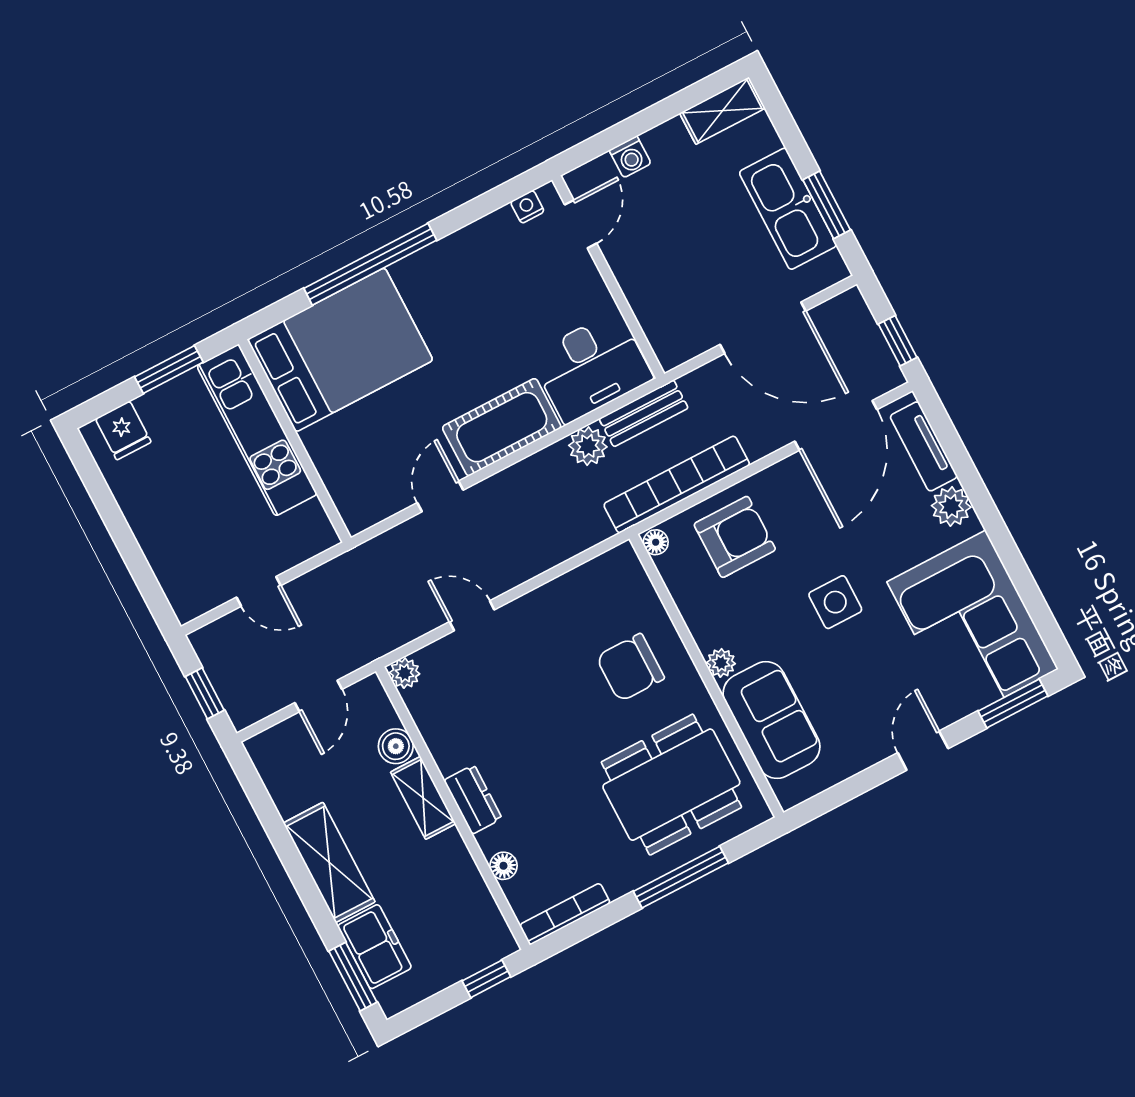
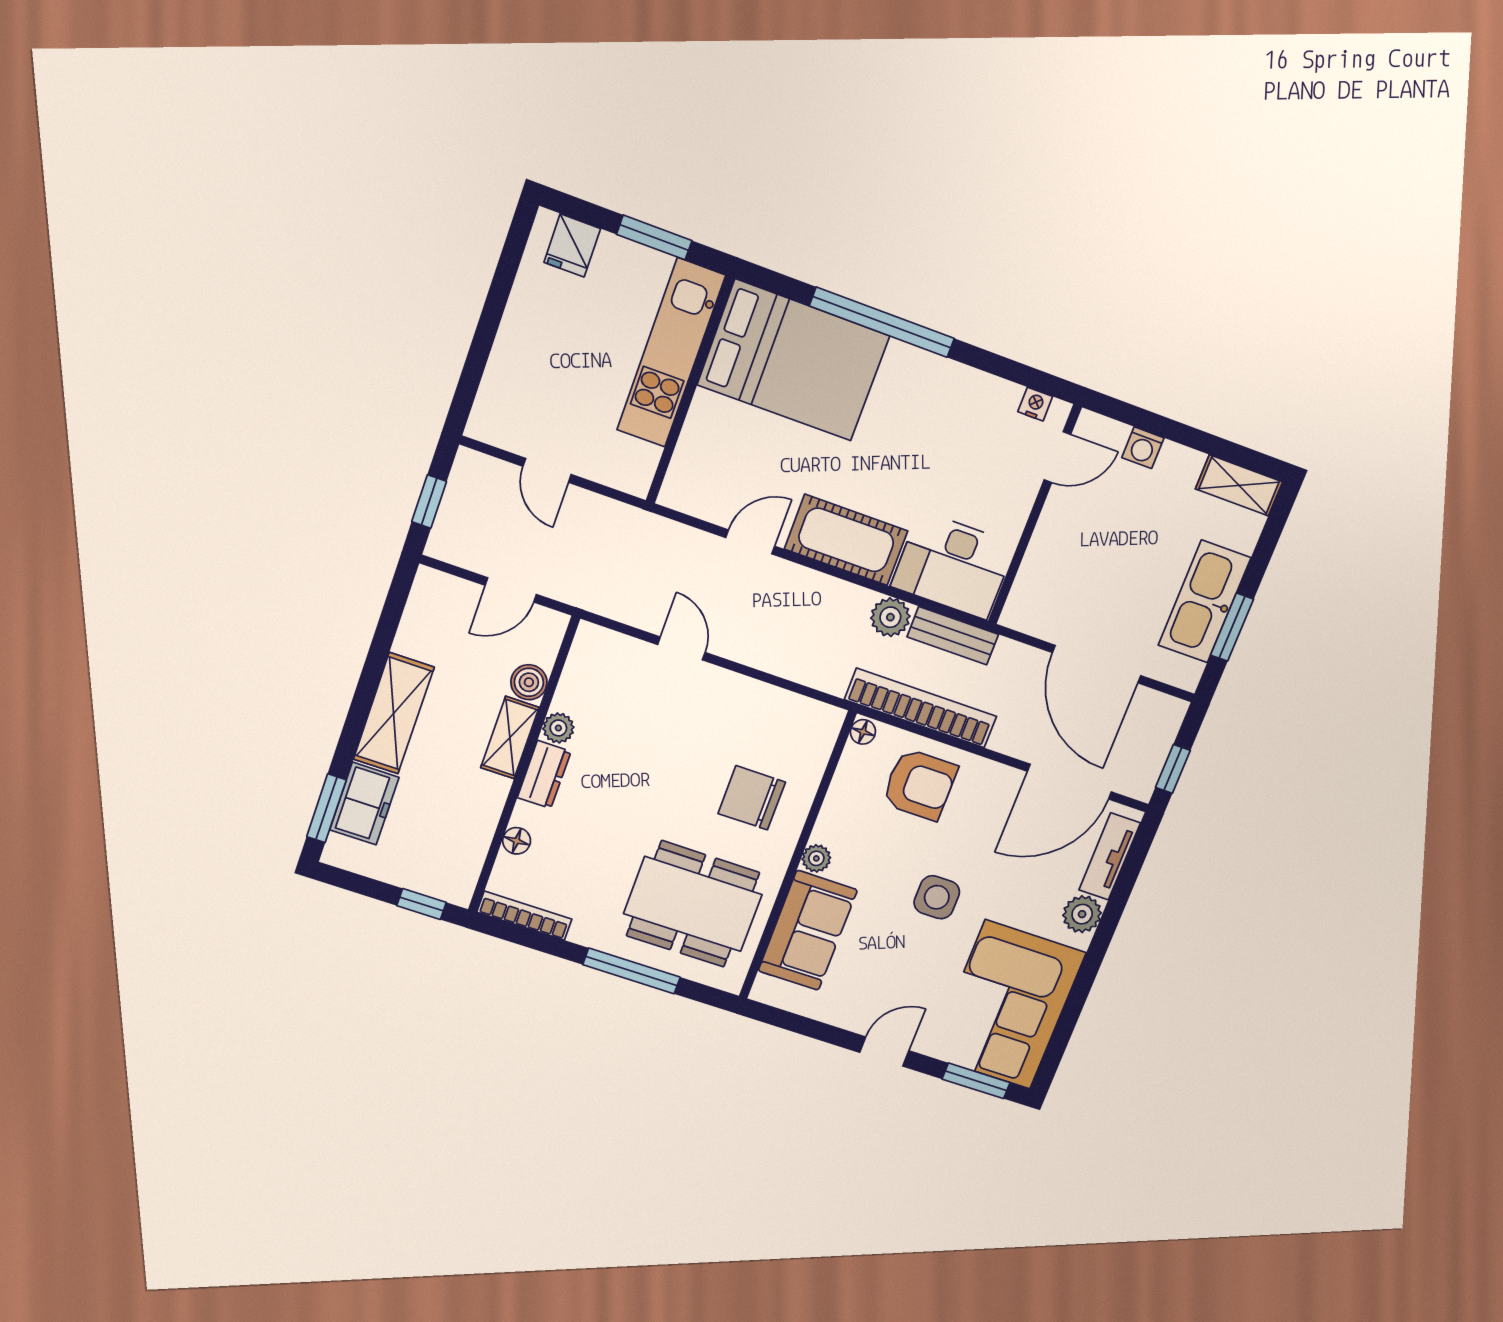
plant: (405, 673) -> (558, 728), moved

